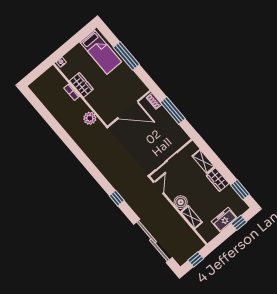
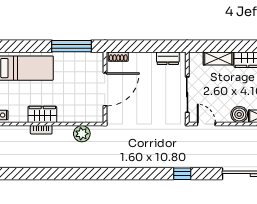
window: (126, 56) -> (72, 46), moved
window: (173, 111) -> (143, 46), removed
dresser: (178, 131) -> (168, 58), added

